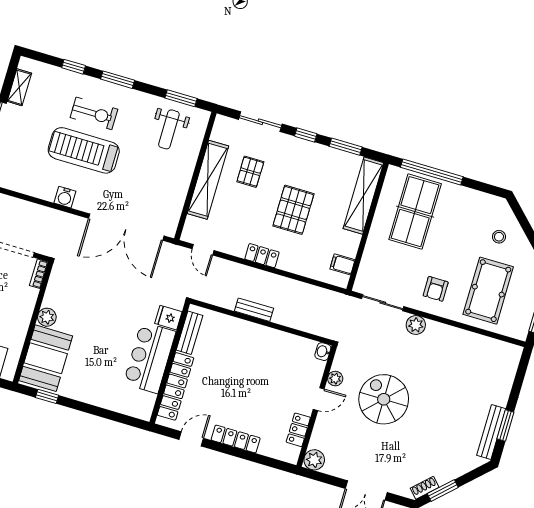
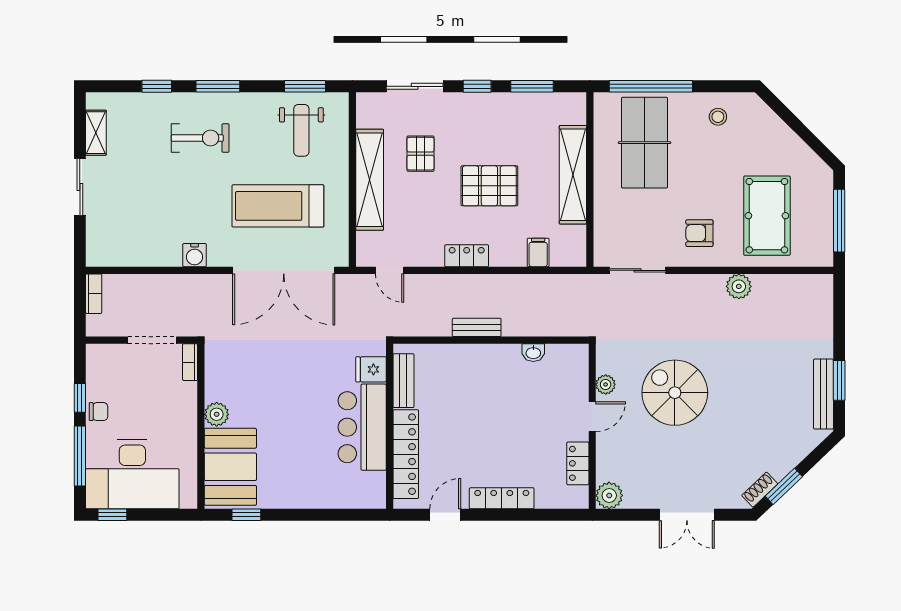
treadmill: (84, 150) -> (278, 206), moved
shelving: (363, 196) -> (573, 175), moved
pallet: (293, 210) -> (489, 186), turned 90
stool: (499, 237) -> (718, 117), moved
filing cabinet: (342, 264) -> (538, 252), moved, turned 90
armchair: (436, 289) -> (699, 233), turned 90
plant: (416, 325) -> (739, 286), moved
washbasin: (323, 352) -> (533, 353), moved, turned -90

